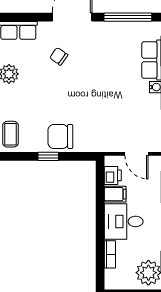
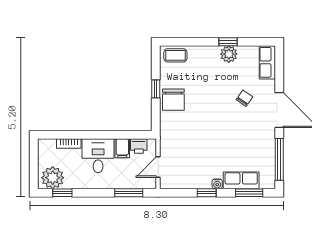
chair: (60, 136) -> (173, 100), turned 180

